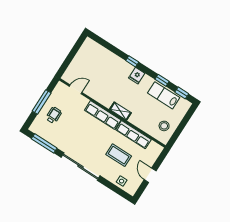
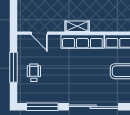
door: (76, 89) -> (39, 33), swing flipped
shelving: (120, 111) -> (77, 26), moved

